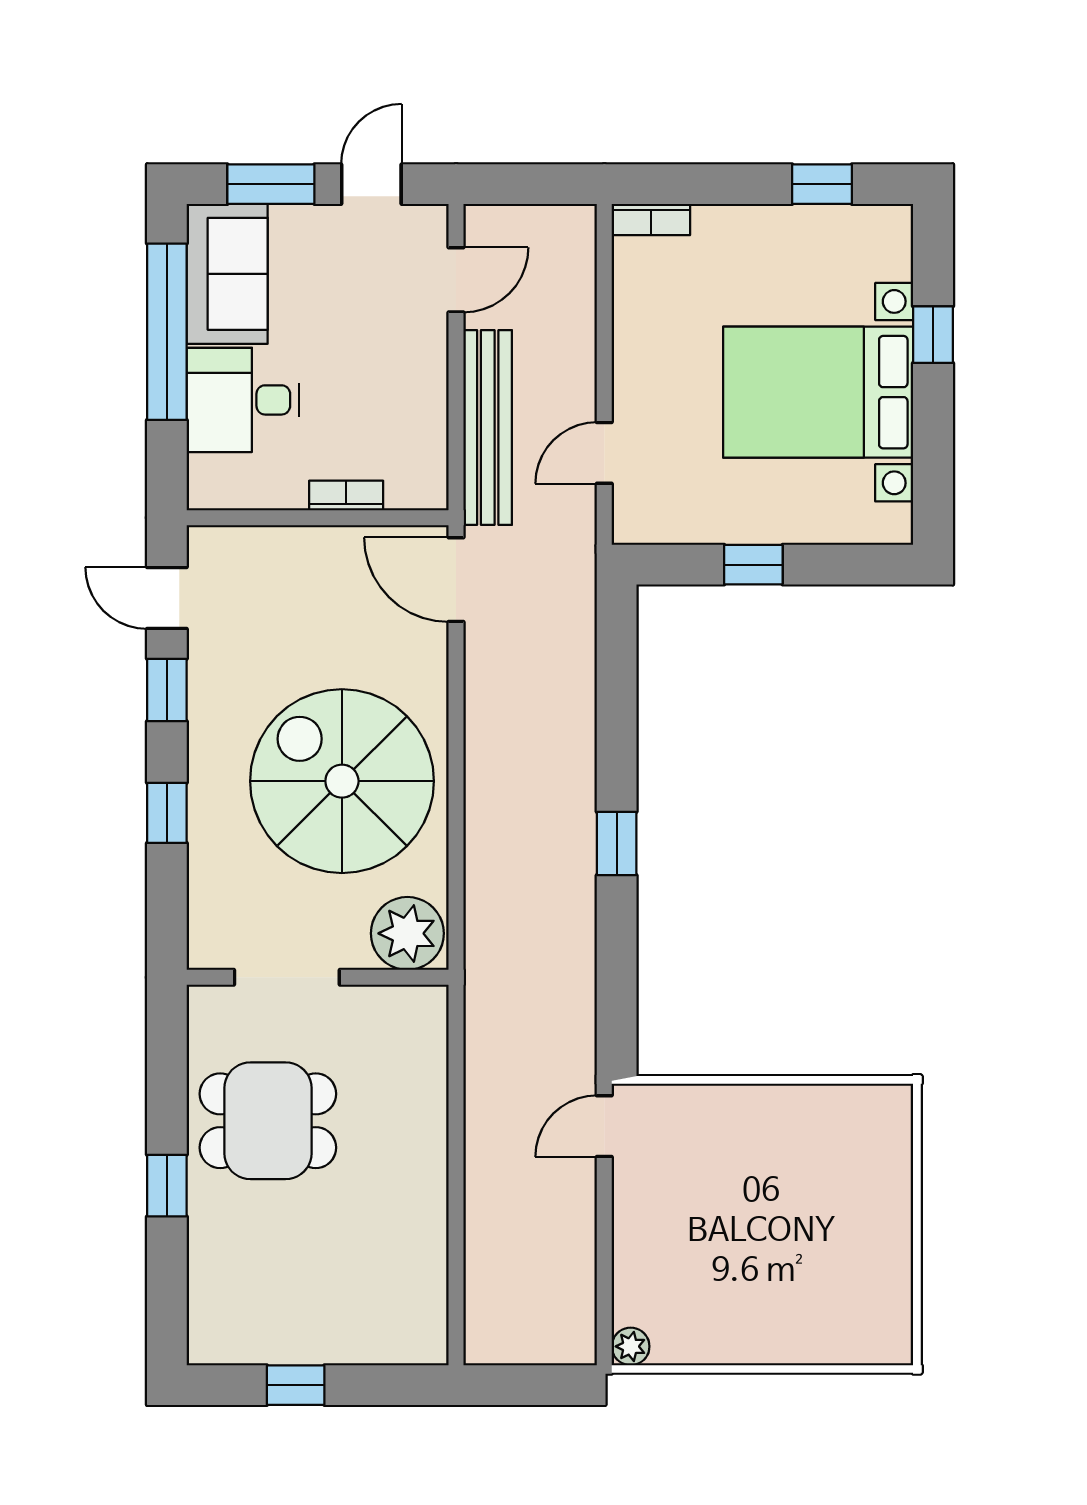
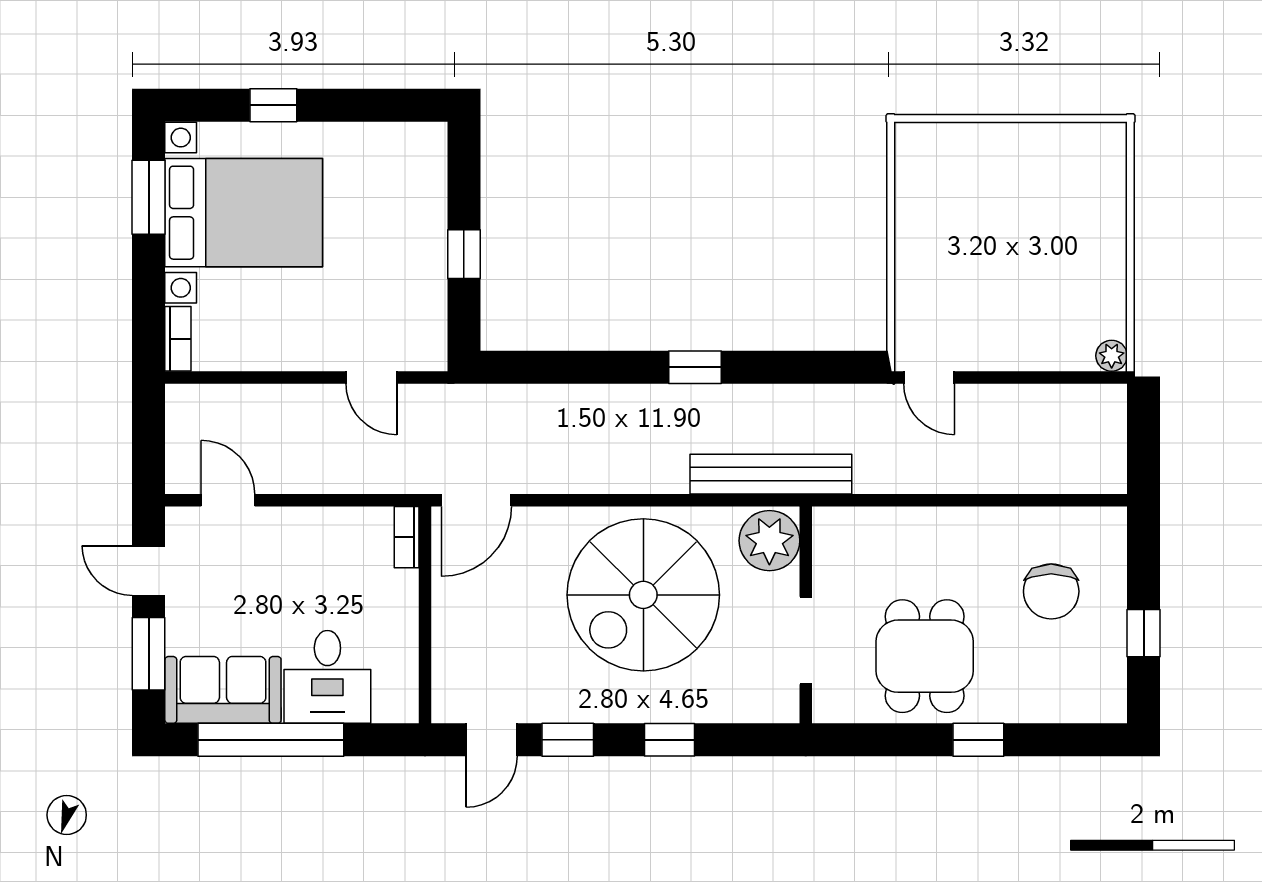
window: (822, 184) -> (149, 197), width x1.50
bed with nightstands: (818, 392) -> (244, 213), moved, turned -90
bench: (488, 427) -> (771, 474), moved
bookcase: (346, 495) -> (407, 537), moved
chair: (346, 1274) -> (1051, 591), added

